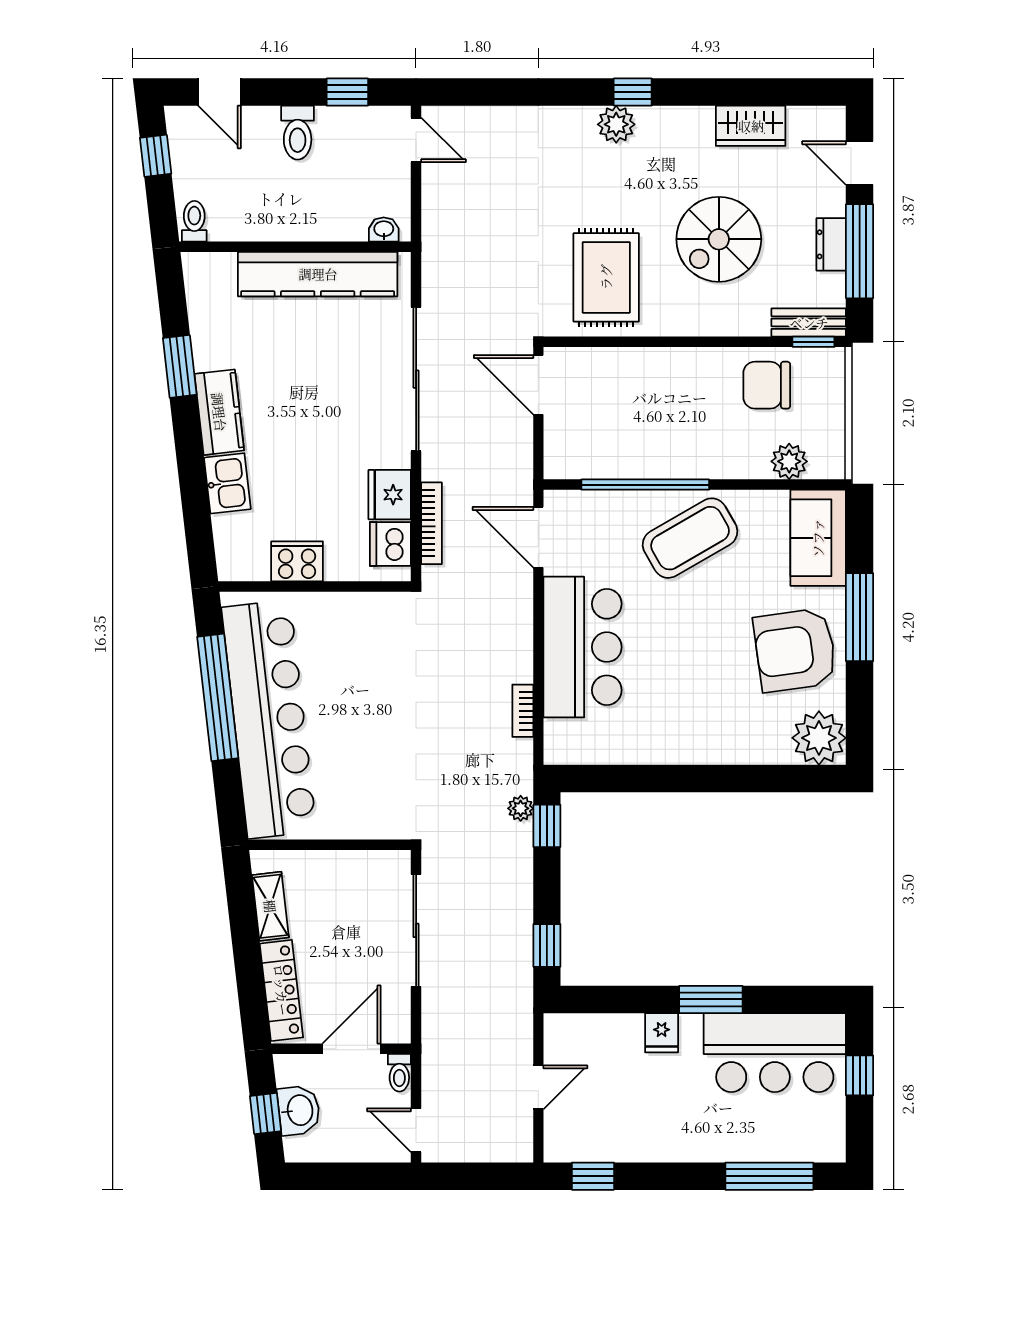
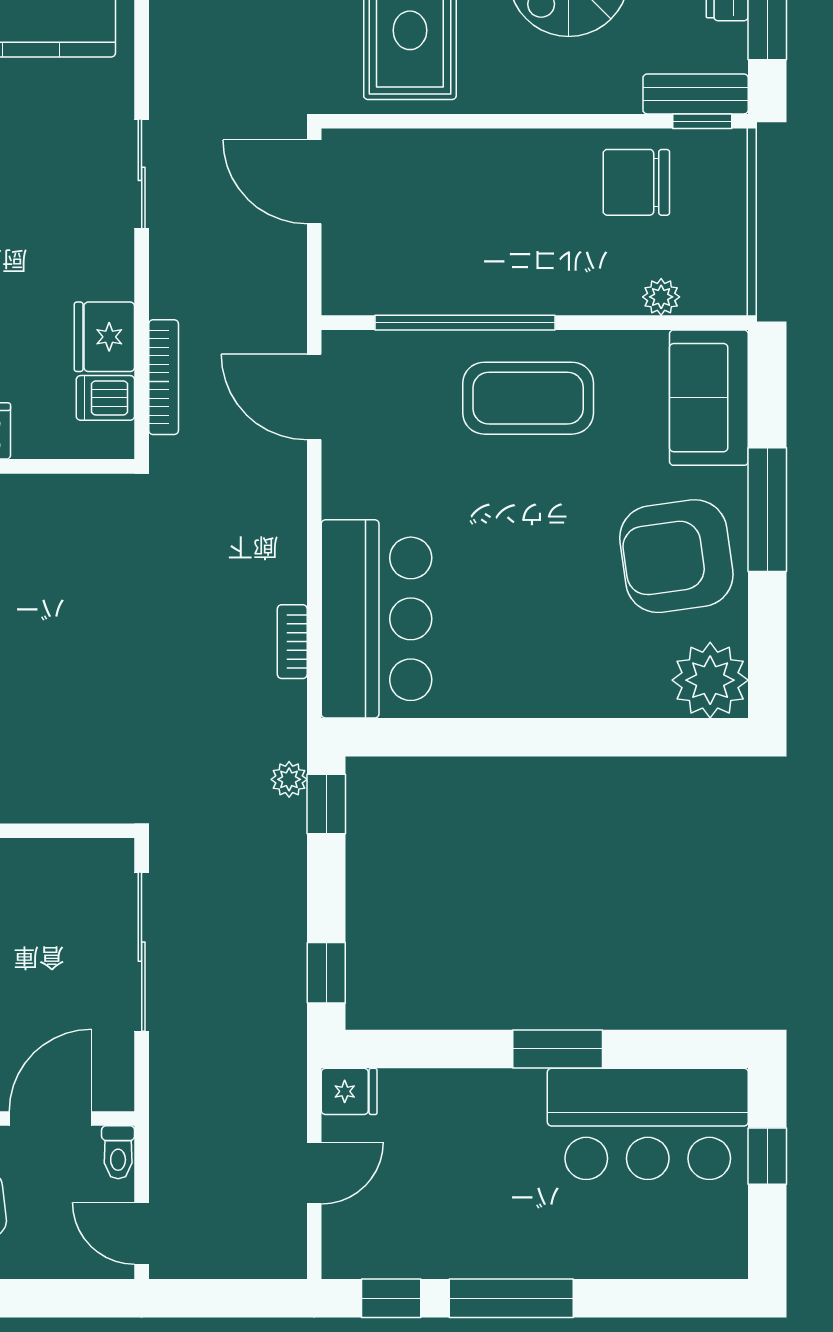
sliding door: (416, 379) -> (142, 174), width x0.54
plant: (789, 461) -> (661, 297), width x0.73, depth x0.73
coffee table: (690, 538) -> (528, 398), turned 30
dishwasher: (390, 544) -> (105, 398), width x0.73
bar counter: (583, 647) -> (377, 619), moved
fridge: (662, 1033) -> (349, 1091), moved, turned -90
window: (769, 1176) -> (511, 1298), moved

